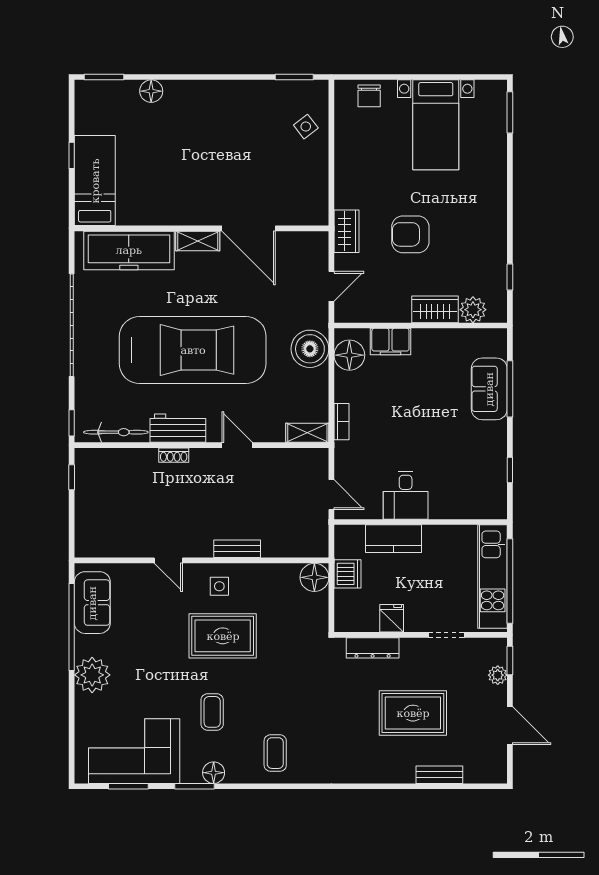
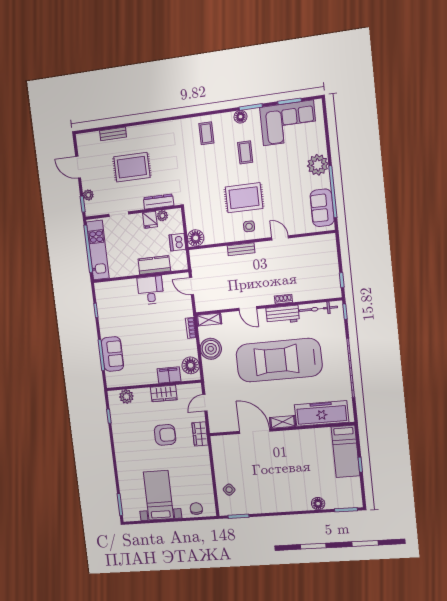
wardrobe: (435, 309) -> (164, 393), moved
boiler: (310, 349) -> (211, 349), moved
plant: (369, 623) -> (162, 216), added

